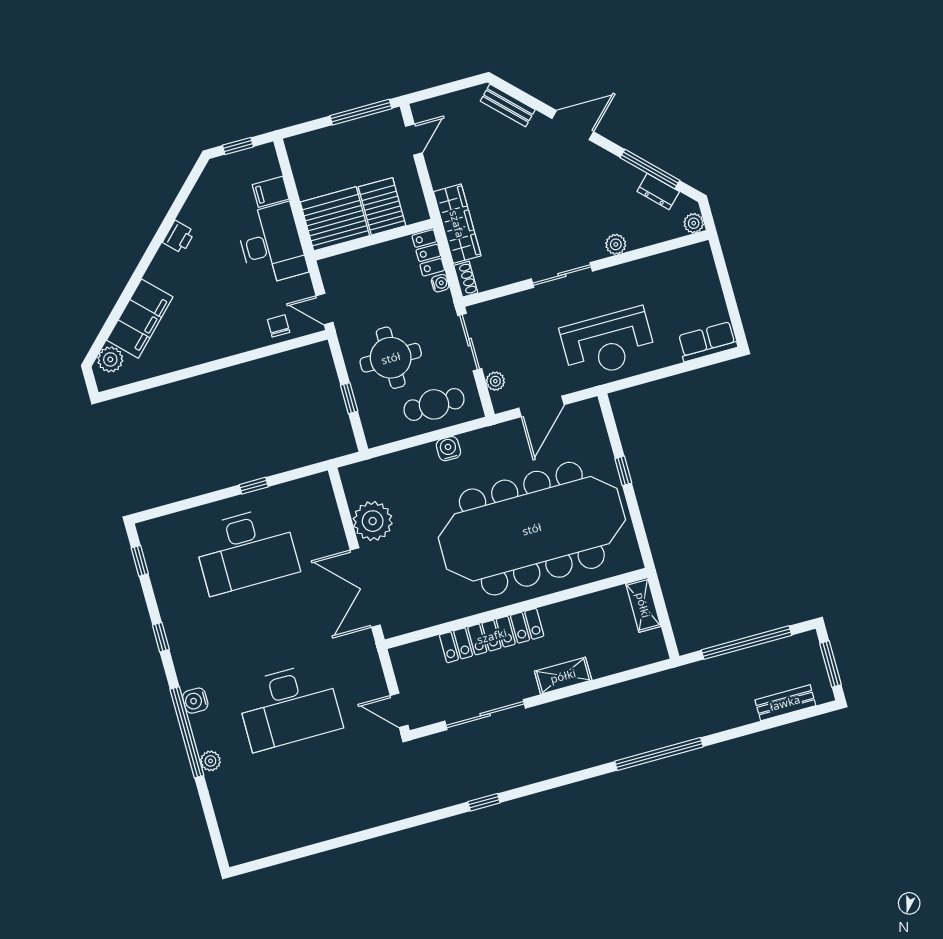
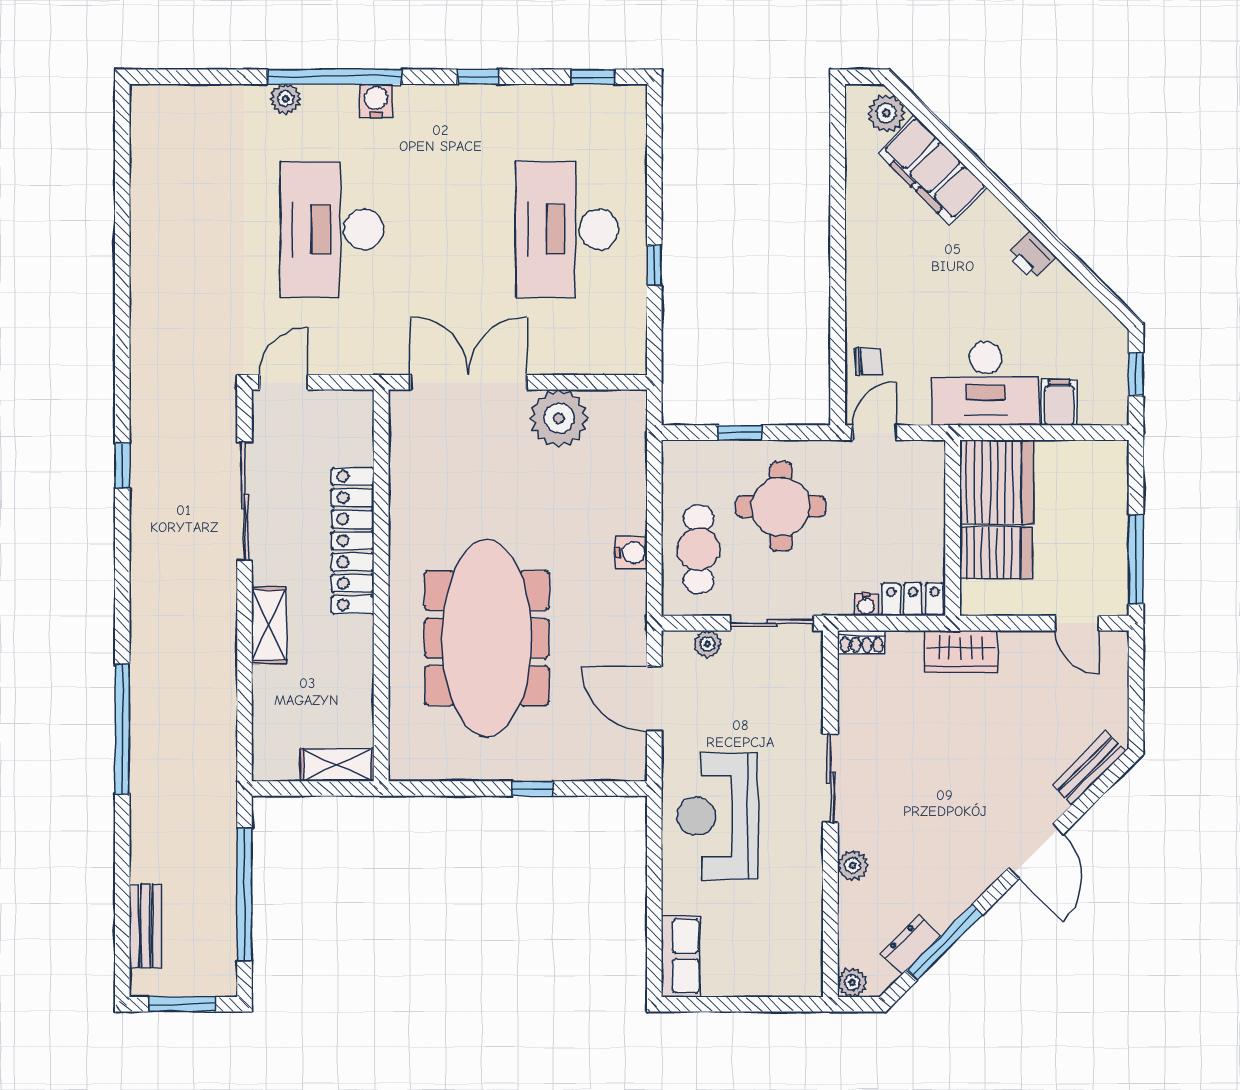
wardrobe: (457, 224) -> (961, 651), width x0.67
meeting table: (532, 529) -> (487, 638), width x0.73, depth x0.79

